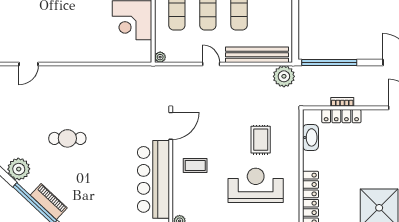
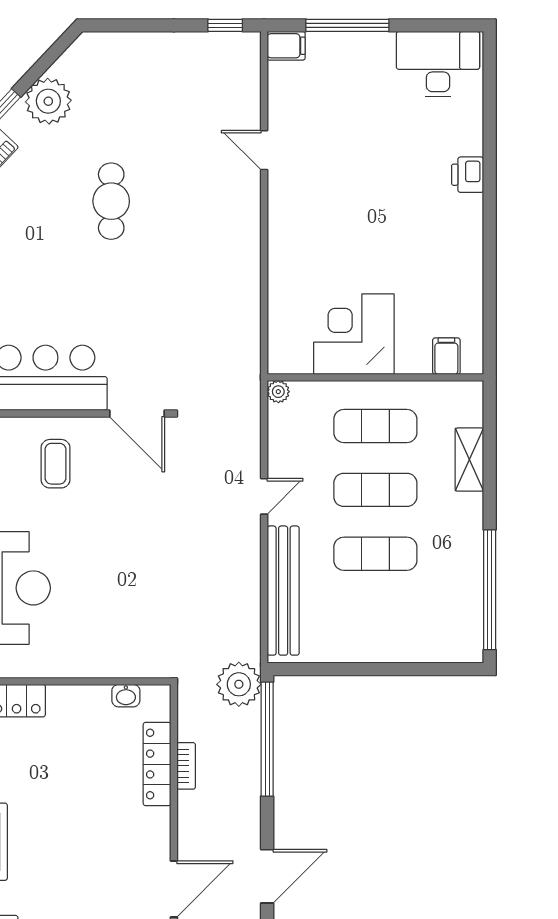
door: (29, 64) -> (264, 150), moved
plant: (284, 76) -> (239, 684), moved
washbasin: (310, 137) -> (126, 696), width x0.52, depth x0.69
rug: (261, 140) -> (109, 598), removed

